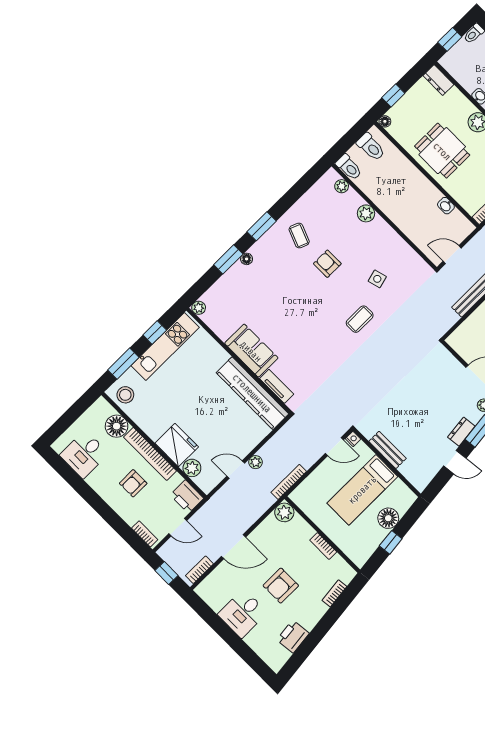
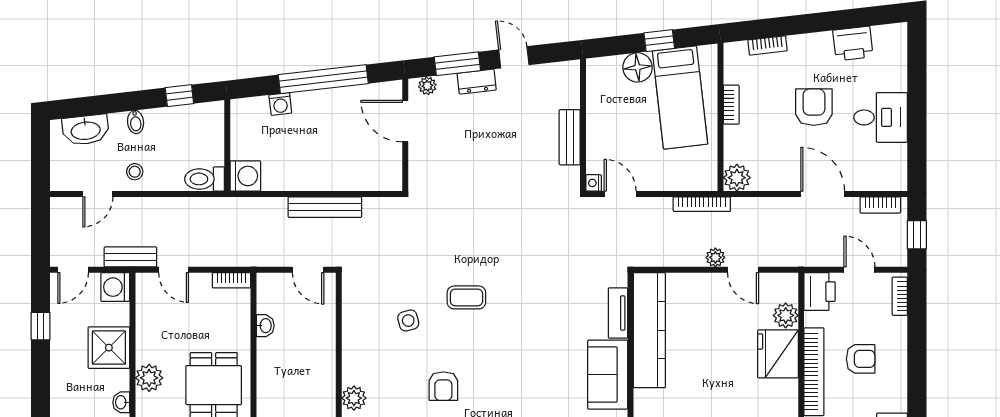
bed: (362, 490) -> (680, 97), moved, turned 83
armchair: (281, 586) -> (814, 107), turned -90

